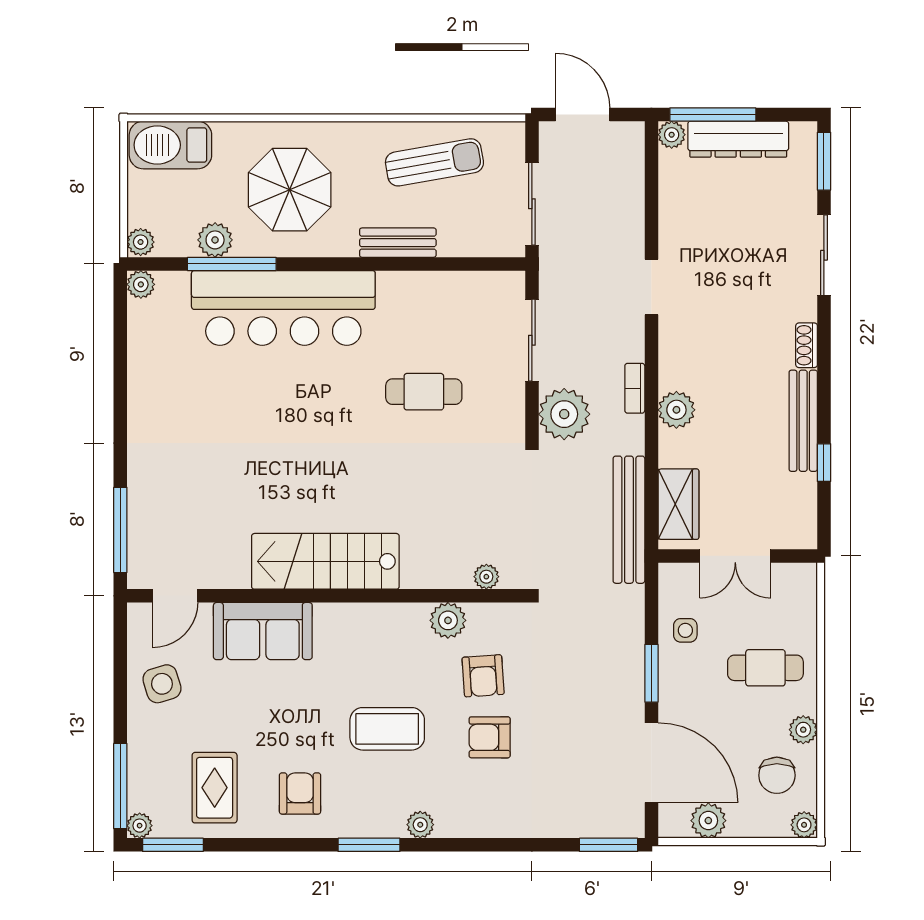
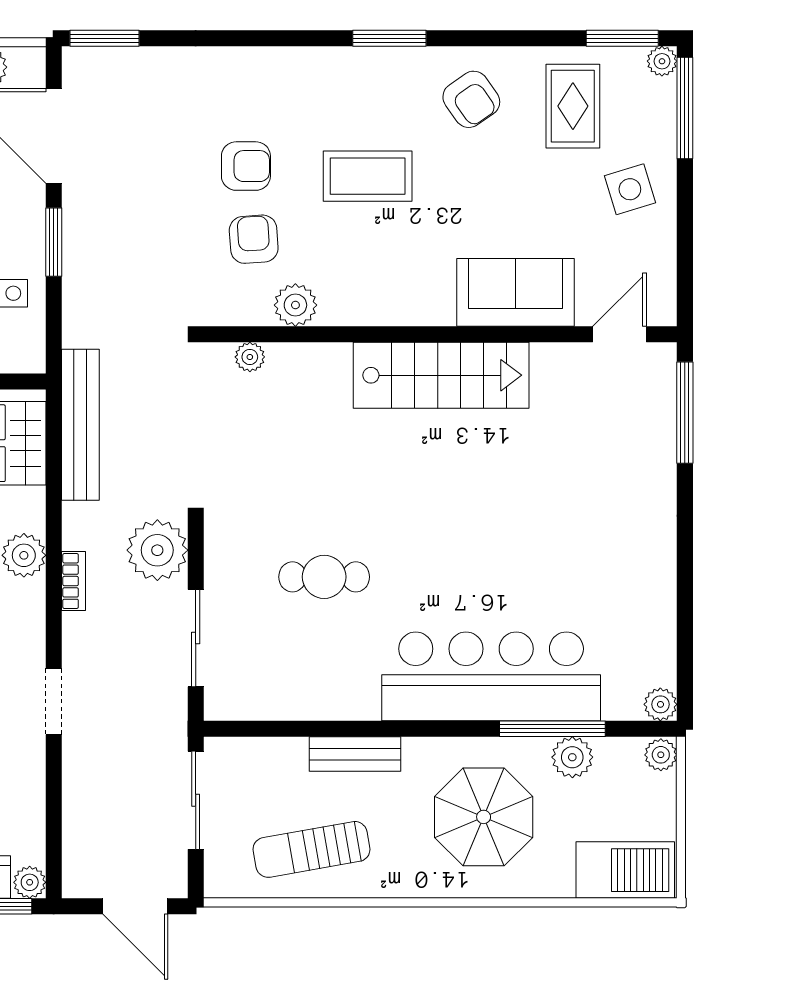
side table: (162, 684) -> (630, 189), moved
armchair: (300, 793) -> (471, 99), turned -35
plant: (420, 825) -> (328, 62), removed

